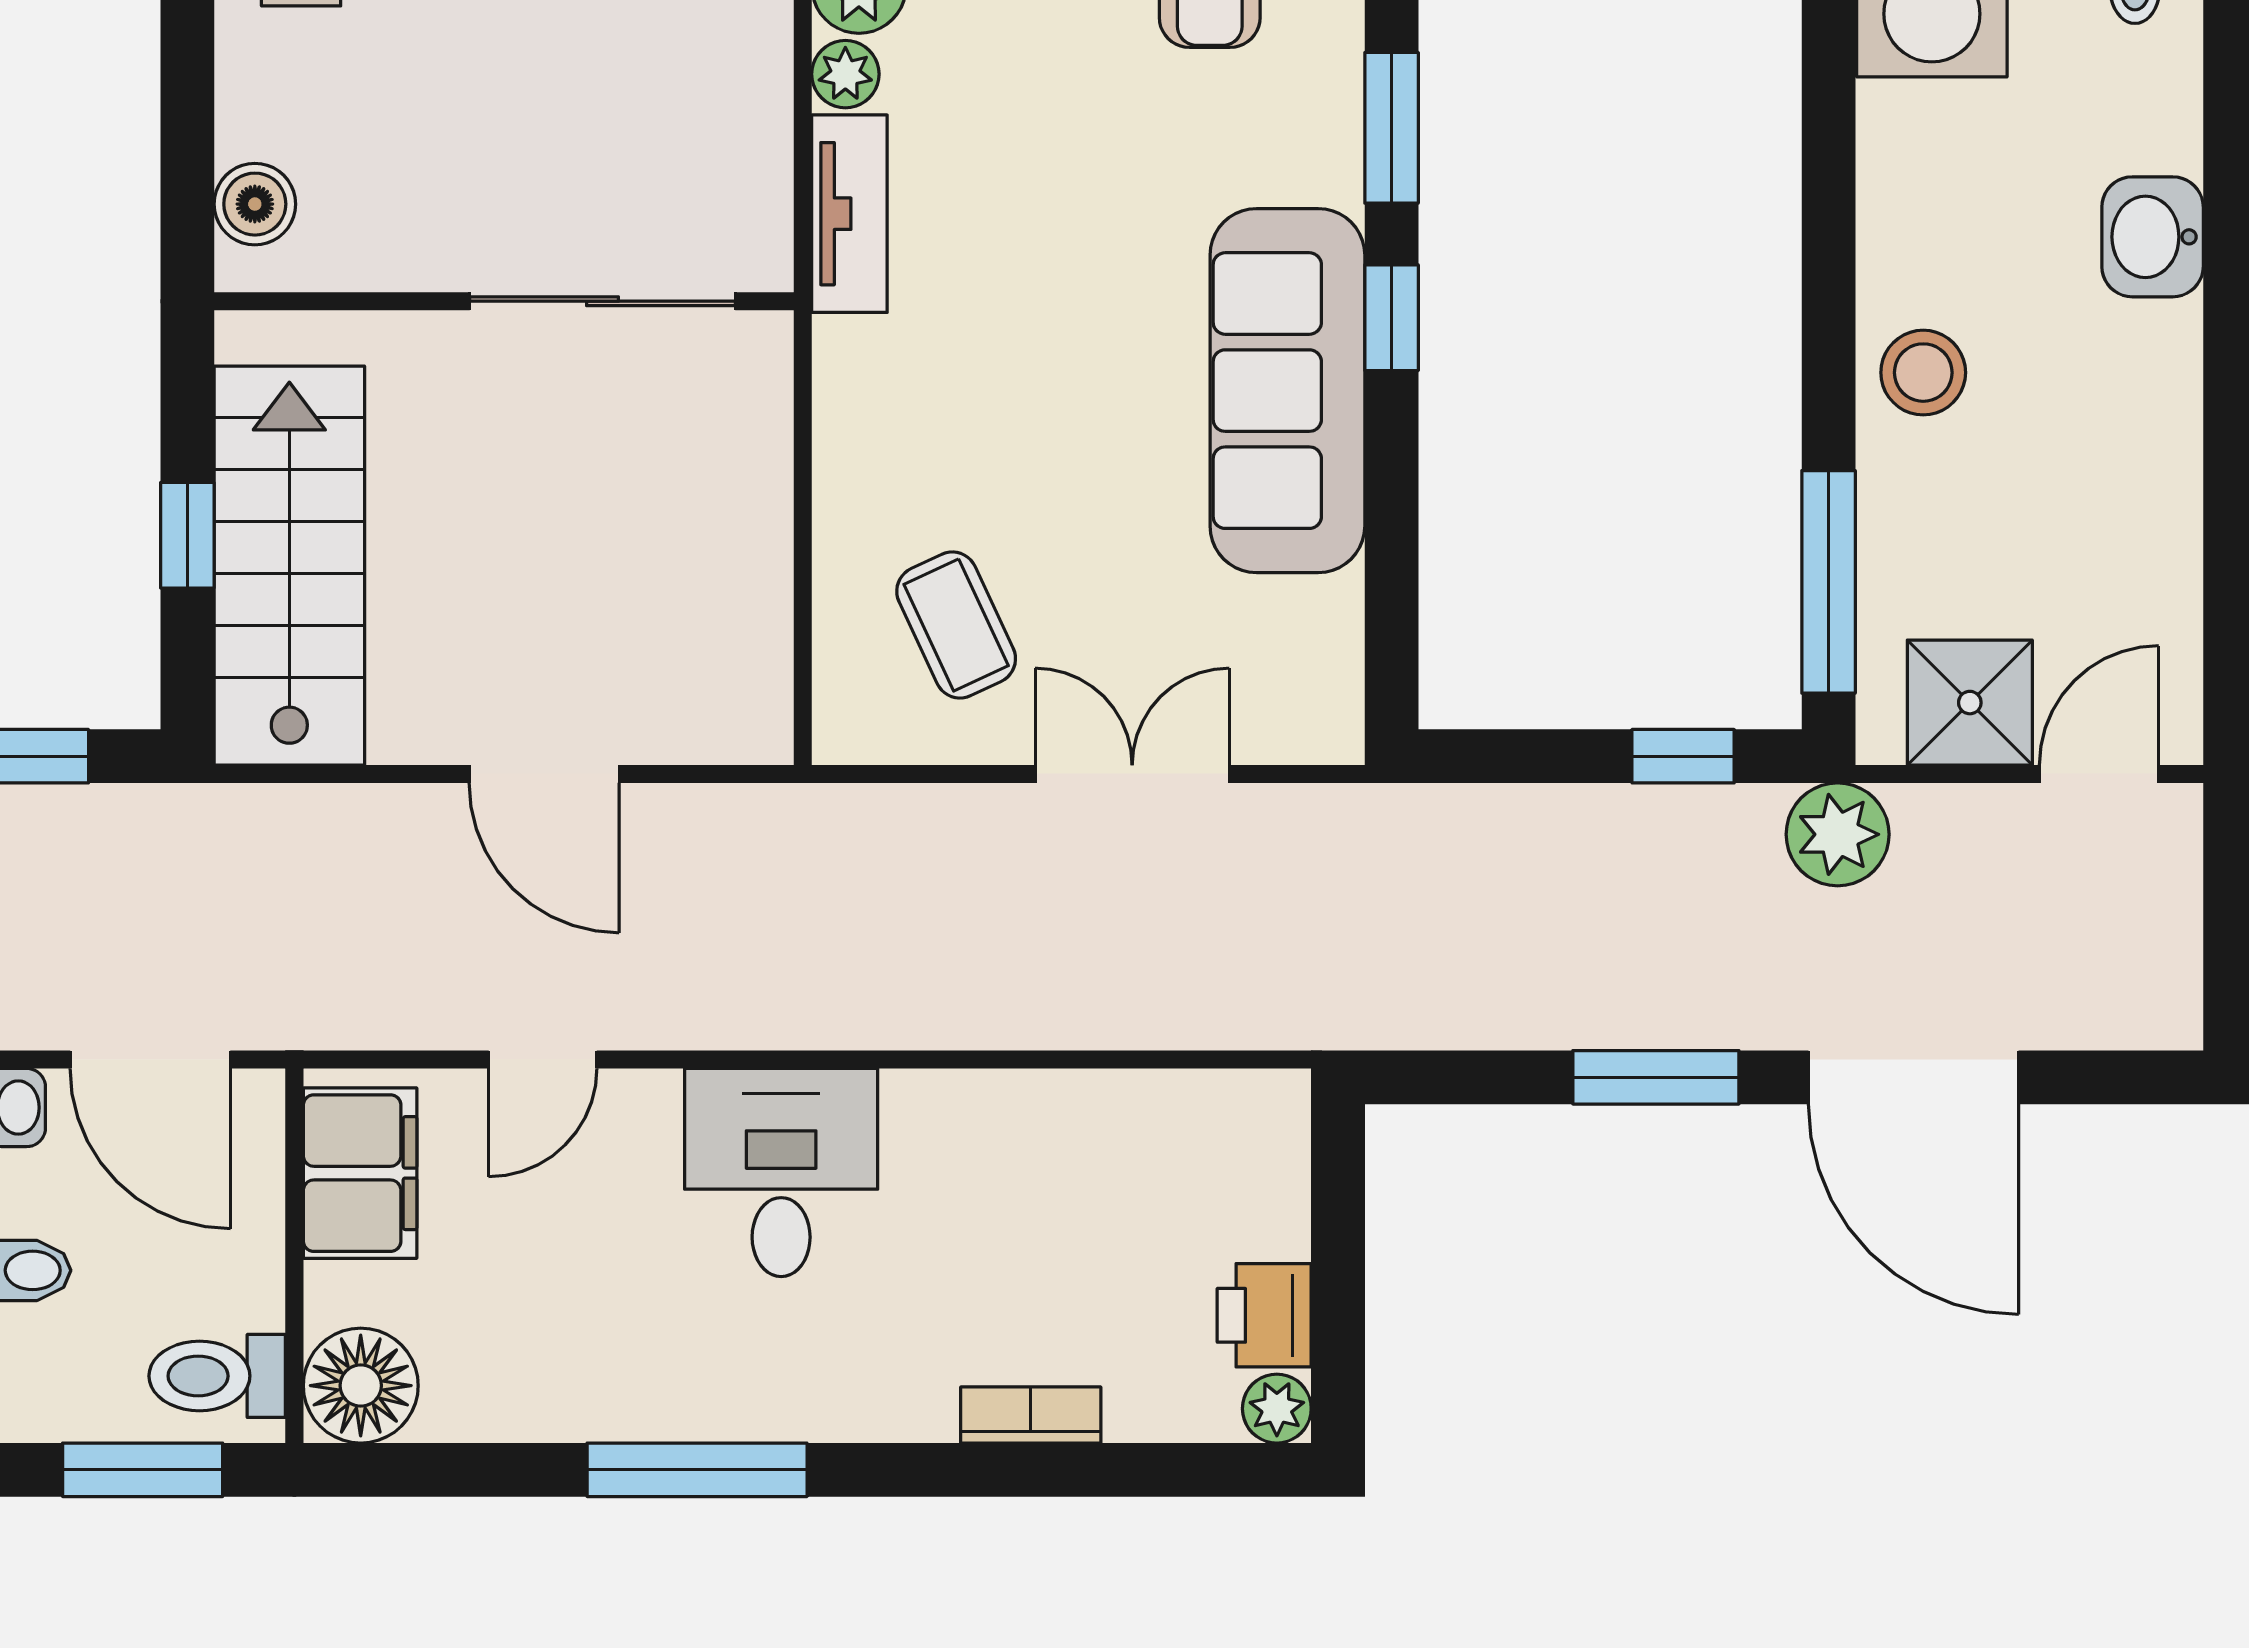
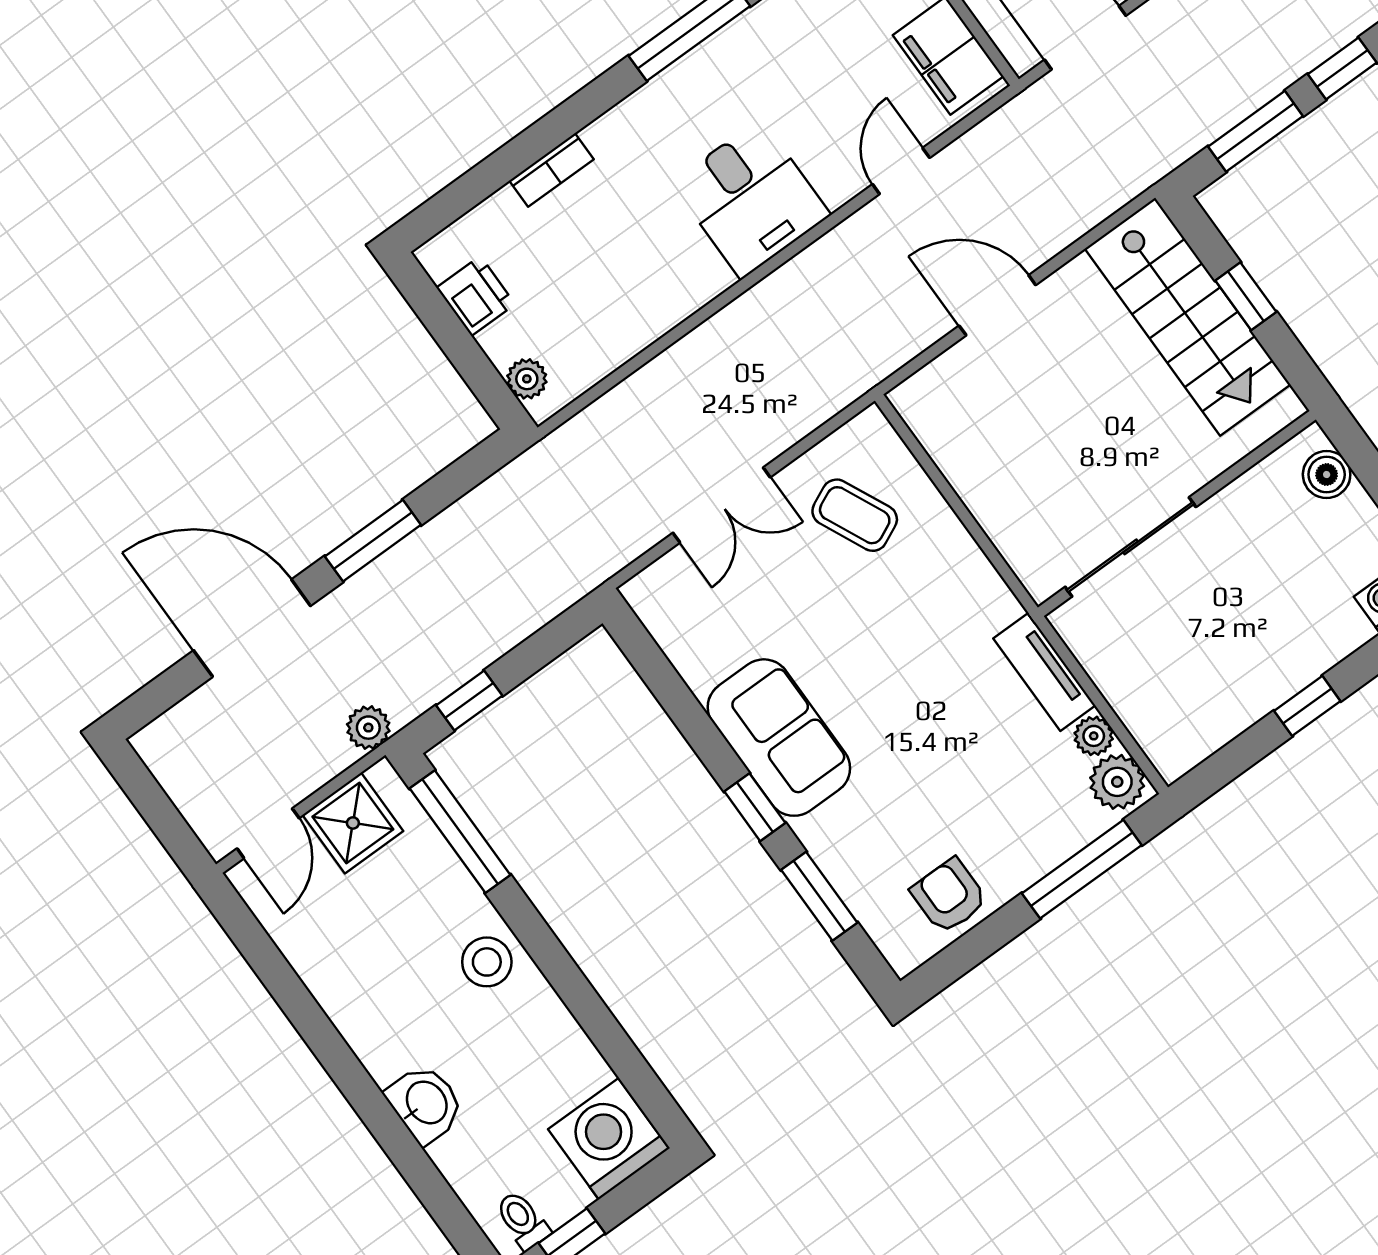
sofa: (1287, 391) -> (779, 738), width x0.73
plant: (1838, 834) -> (368, 728), width x0.73, depth x0.73
plant: (1277, 1409) -> (527, 379), moved

